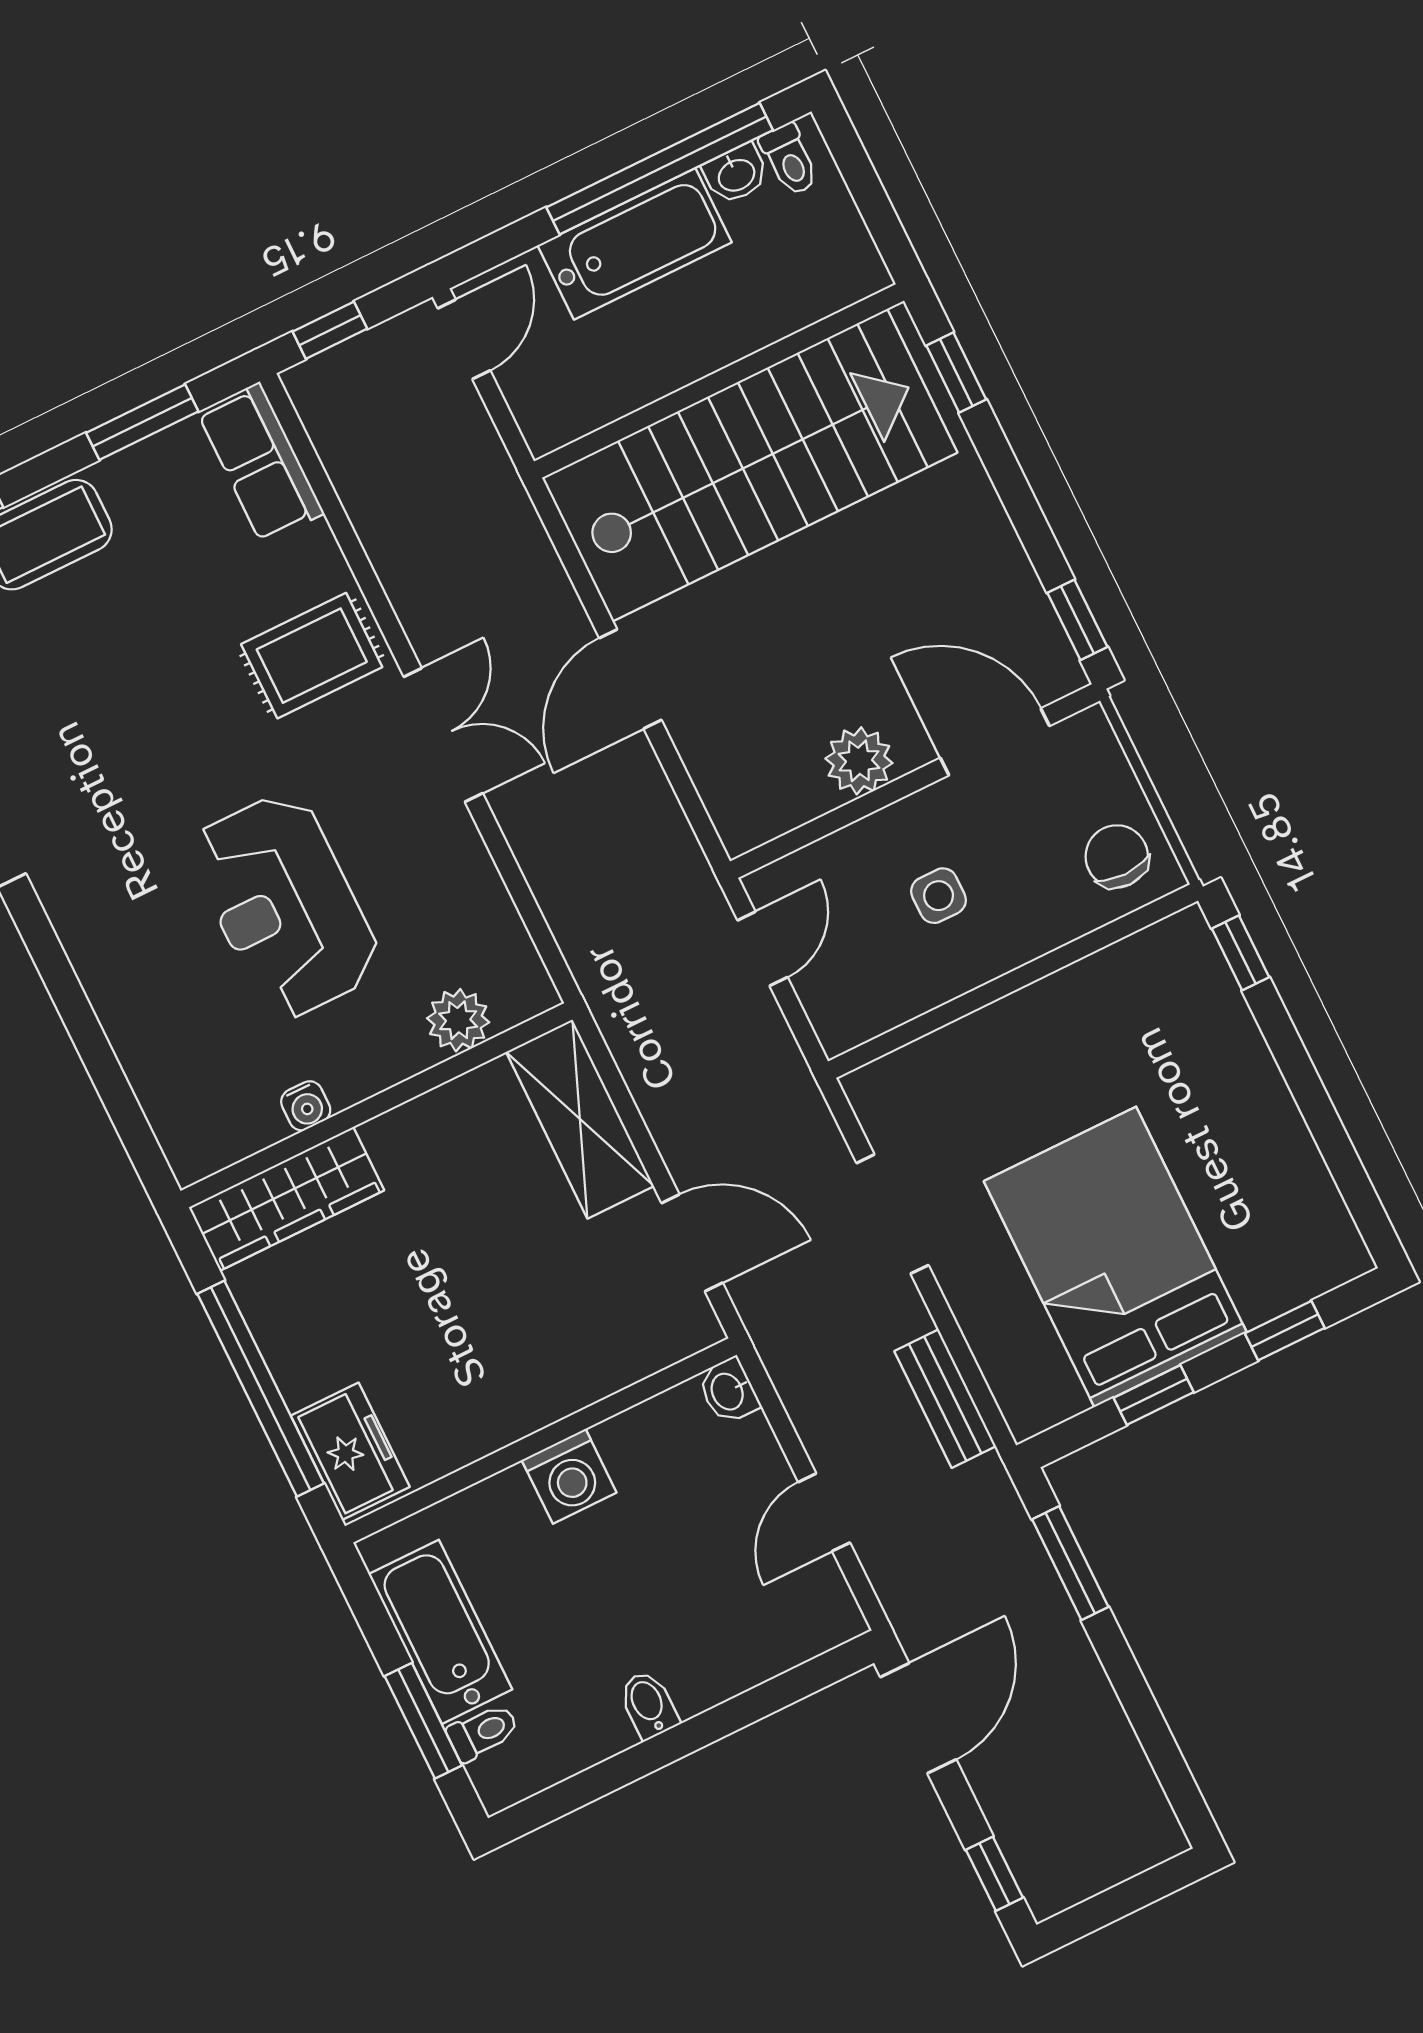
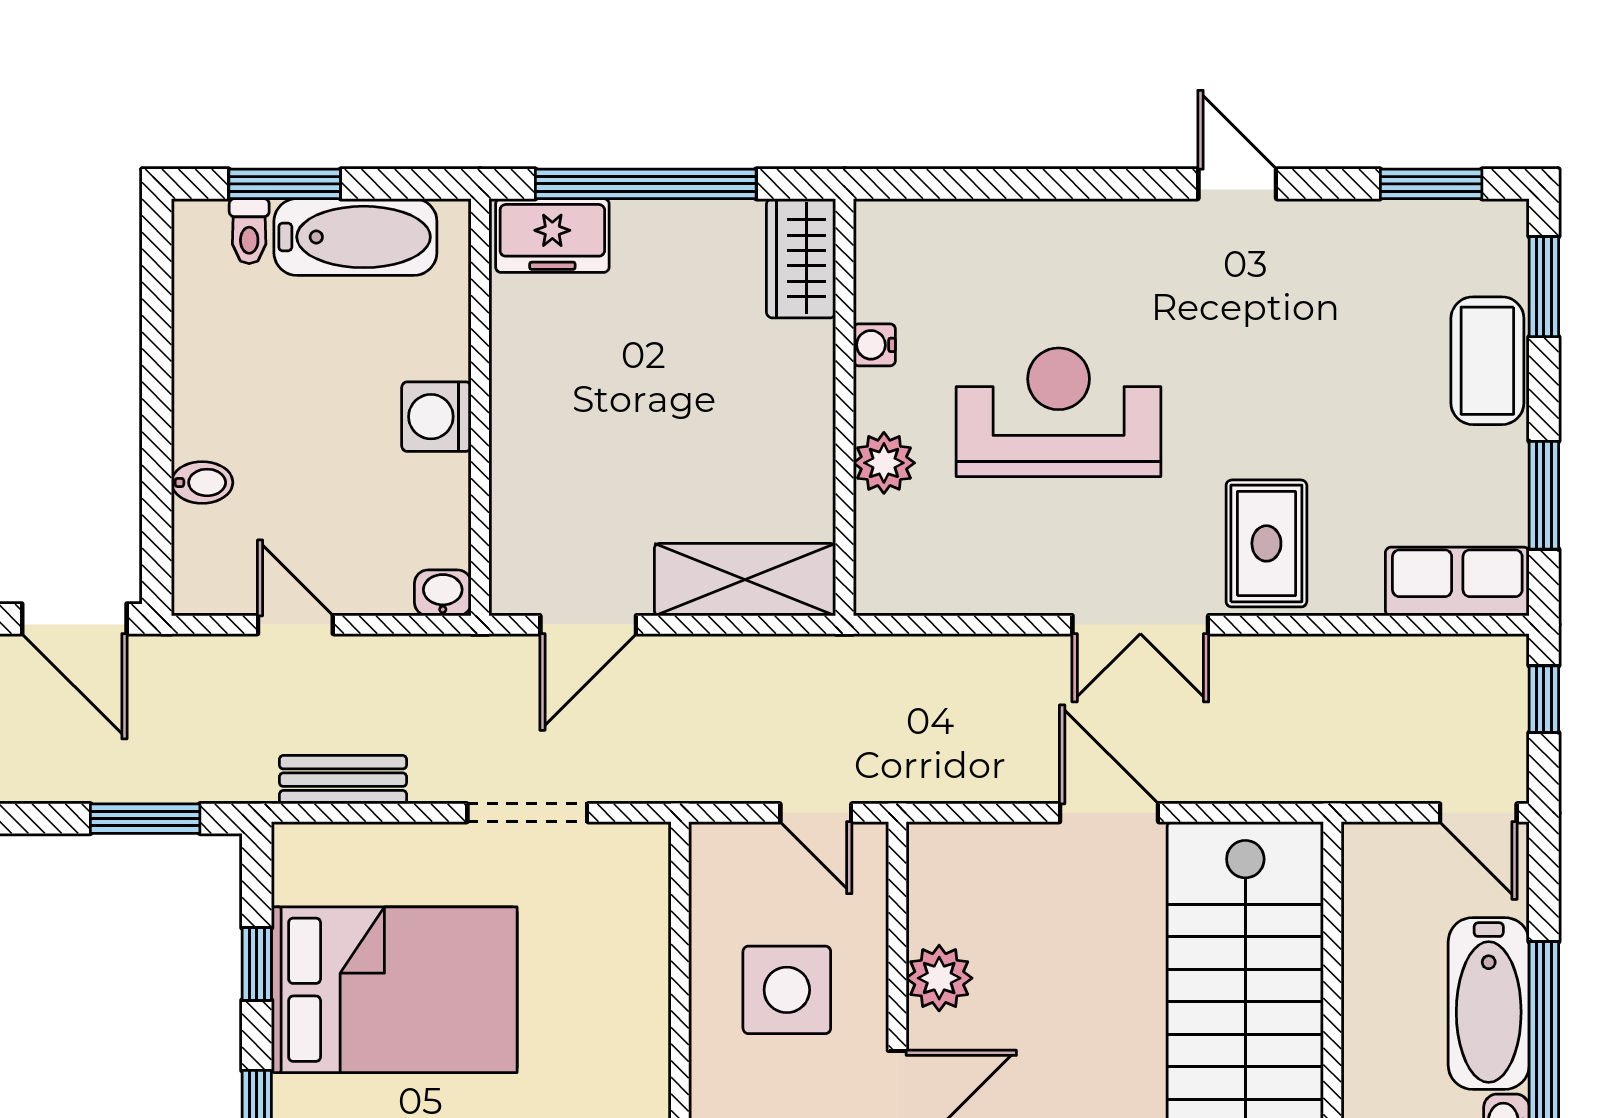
side table: (939, 896) -> (787, 990), width x1.87, depth x1.87
plant: (458, 1020) -> (884, 463), moved
wardrobe: (286, 1199) -> (801, 258), width x0.67
bidet: (648, 1705) -> (202, 482), moved

